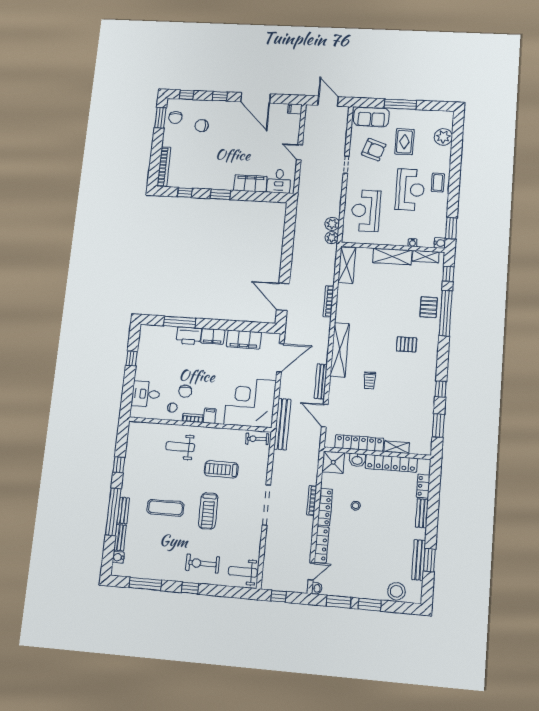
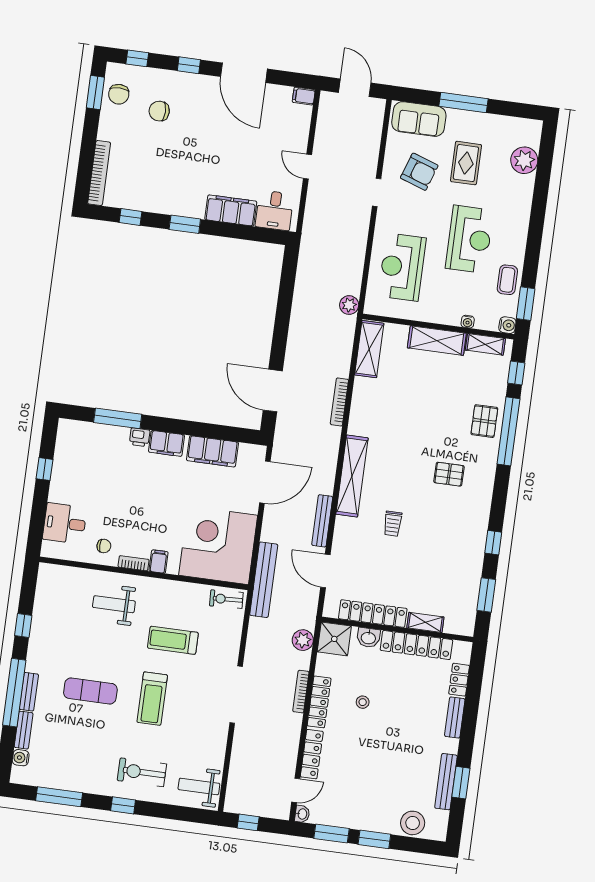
coffee table: (438, 183) -> (507, 280), moved
plant: (332, 224) -> (303, 640), moved
printer: (189, 336) -> (140, 437), width x0.53, depth x0.68
chair: (185, 391) -> (123, 523), removed

